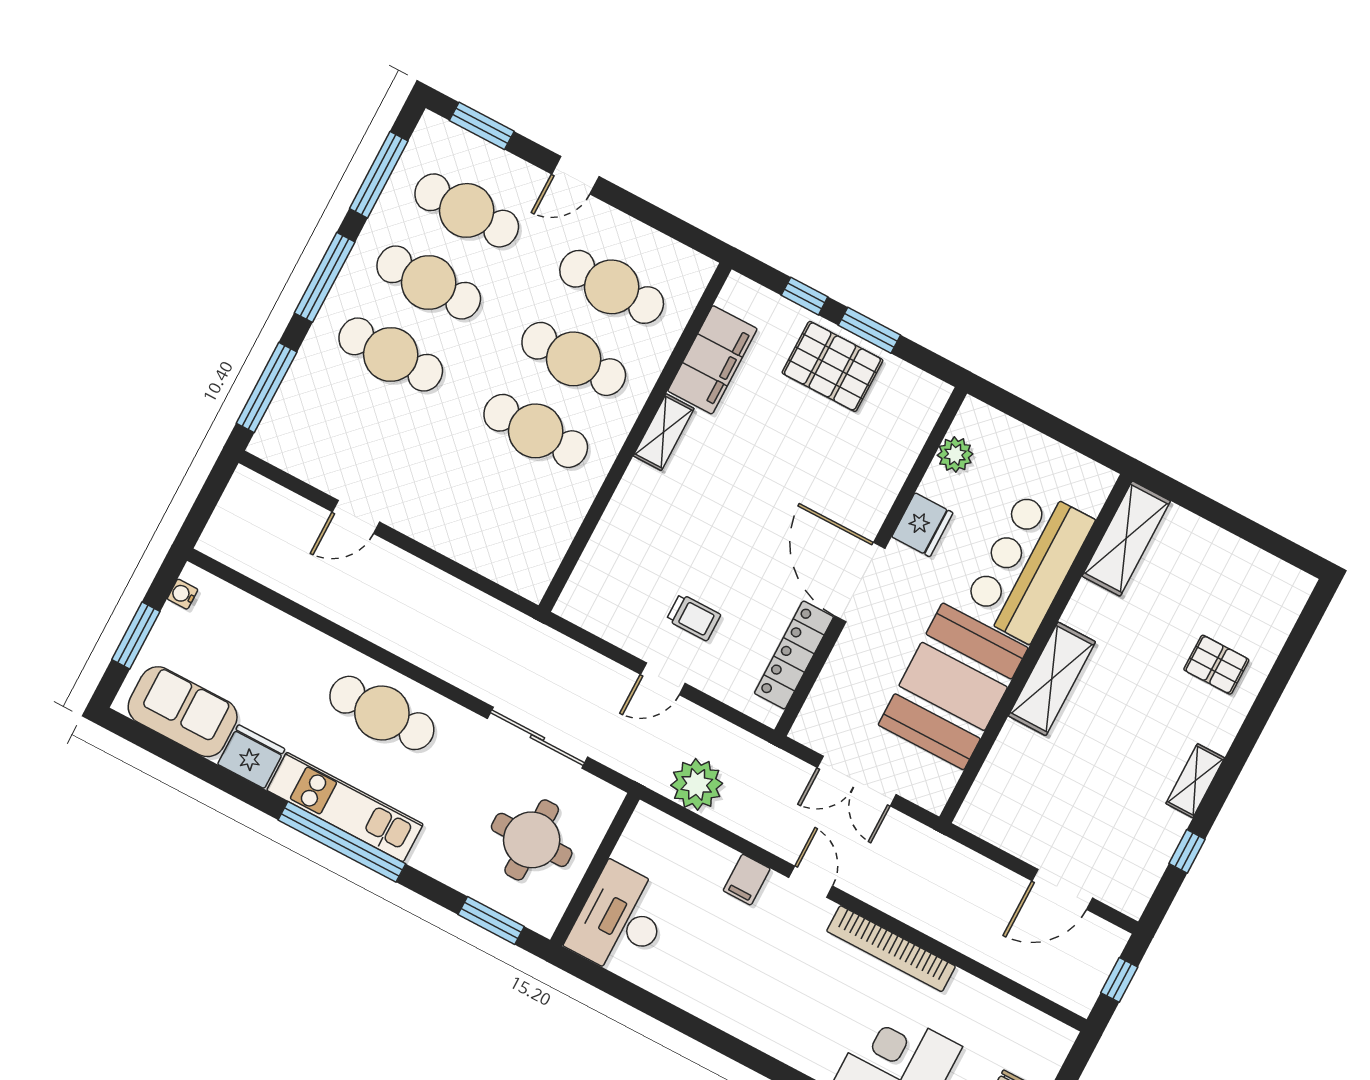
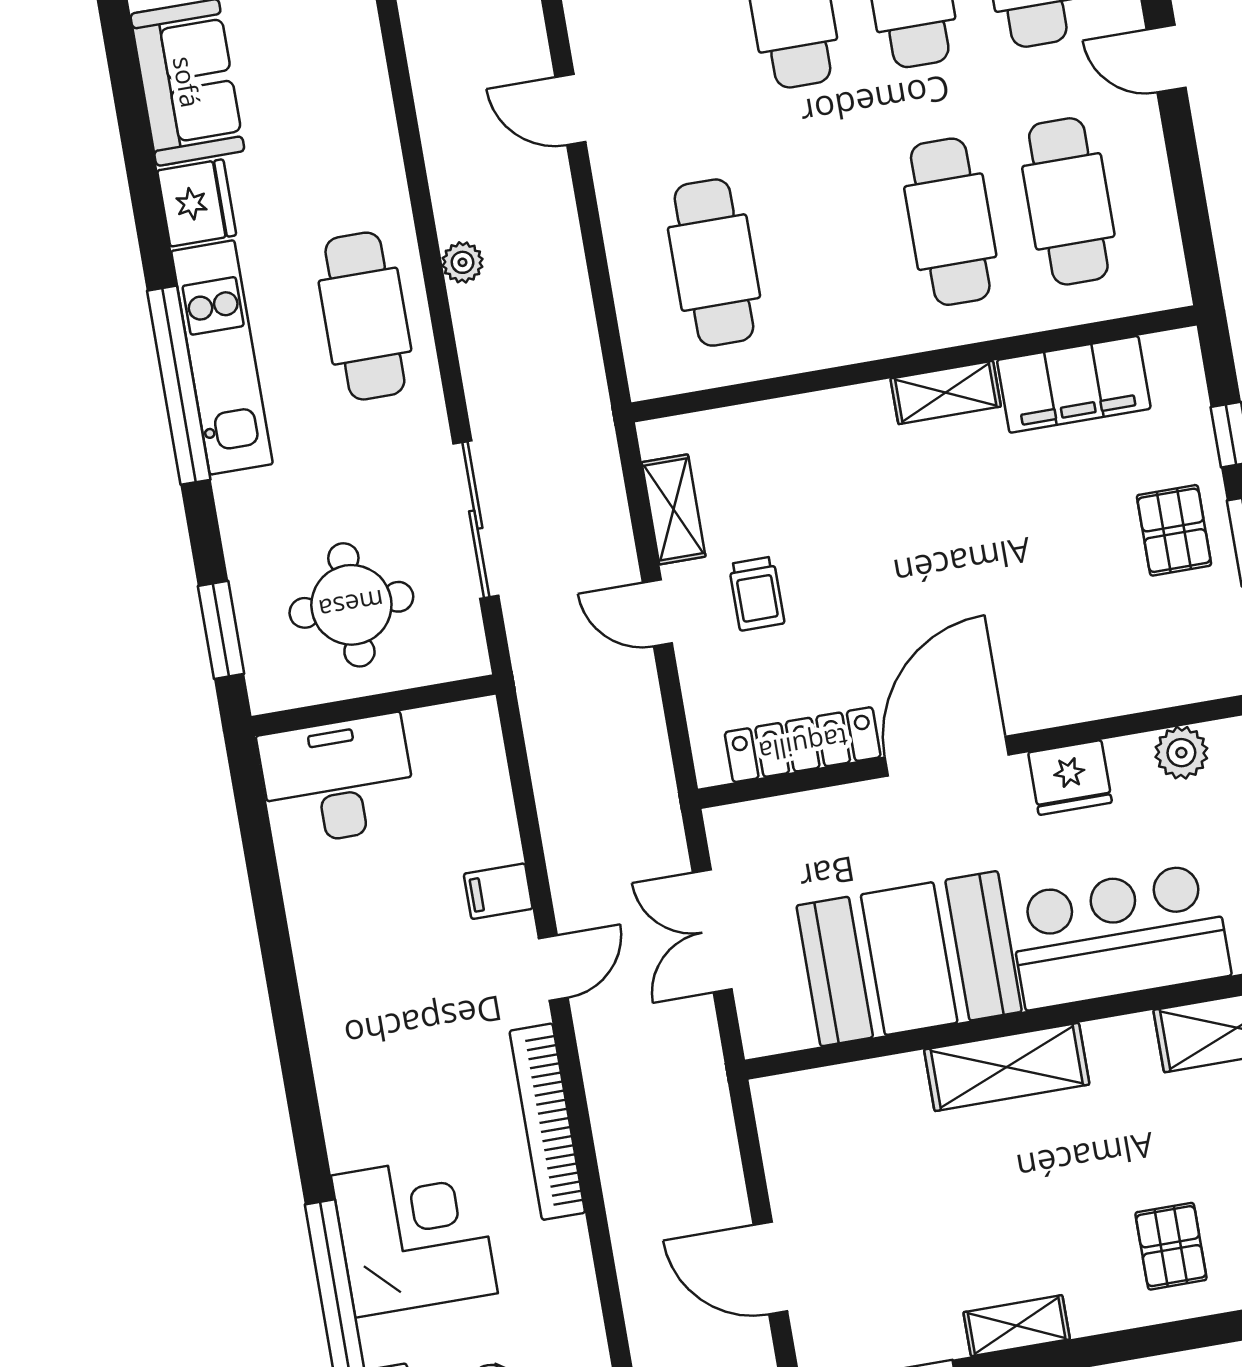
pallet: (832, 366) -> (1174, 530), width x0.67, depth x0.71
cafe table: (536, 431) -> (714, 263), moved
shelving: (614, 627) -> (674, 509), added
plant: (697, 784) -> (462, 262), moved, width x0.53, depth x0.53

